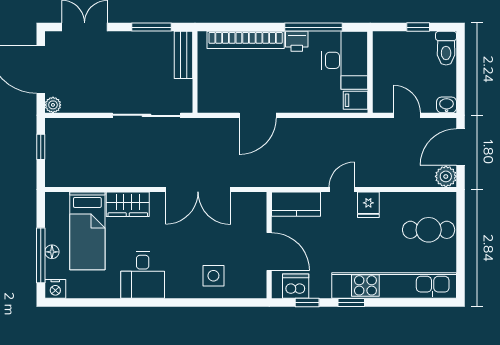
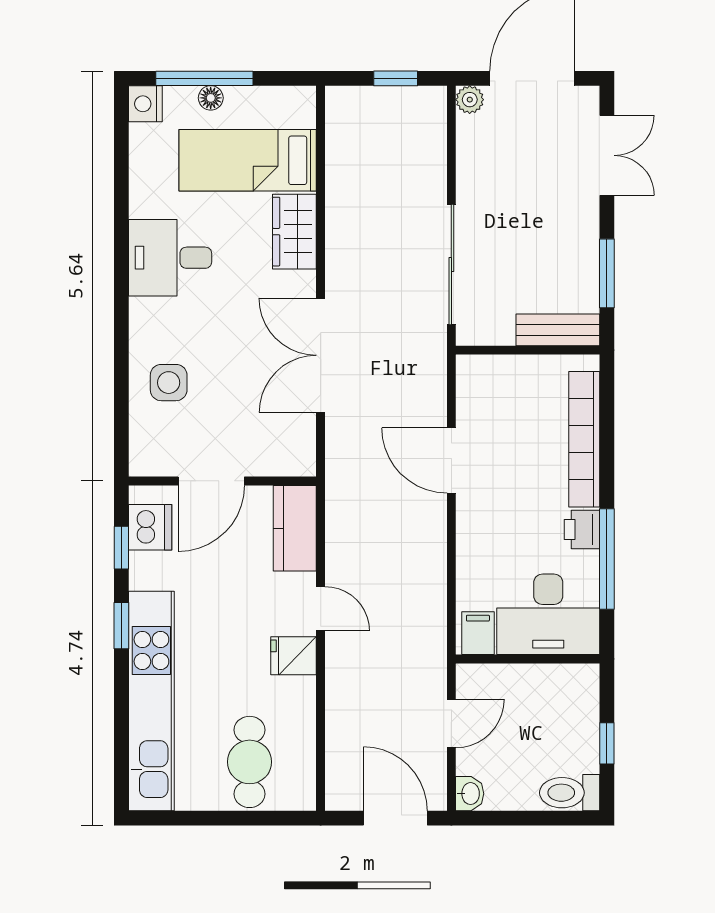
plant: (446, 176) -> (344, 792), removed

